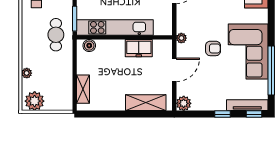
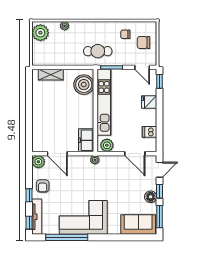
plant: (165, 24) -> (107, 145), added
boiler: (89, 46) -> (84, 85), width x1.86, depth x1.86
freezer: (139, 48) -> (86, 140), moved
armchair: (213, 48) -> (43, 186), moved
door: (174, 70) -> (57, 154), moved
shelving: (146, 103) -> (39, 129), removed

